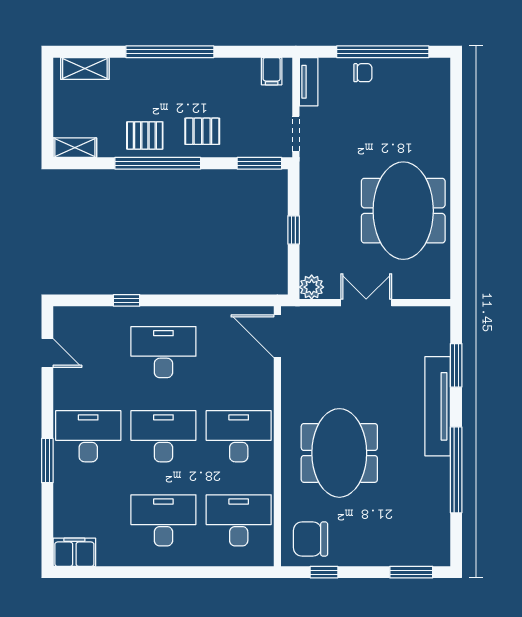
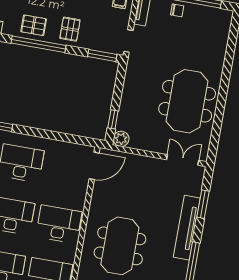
pallet: (202, 131) -> (70, 29), turned 90
window: (294, 230) -> (113, 119), moved
double door: (366, 303) -> (183, 160), moved
door: (277, 336) -> (94, 166), swing flipped

